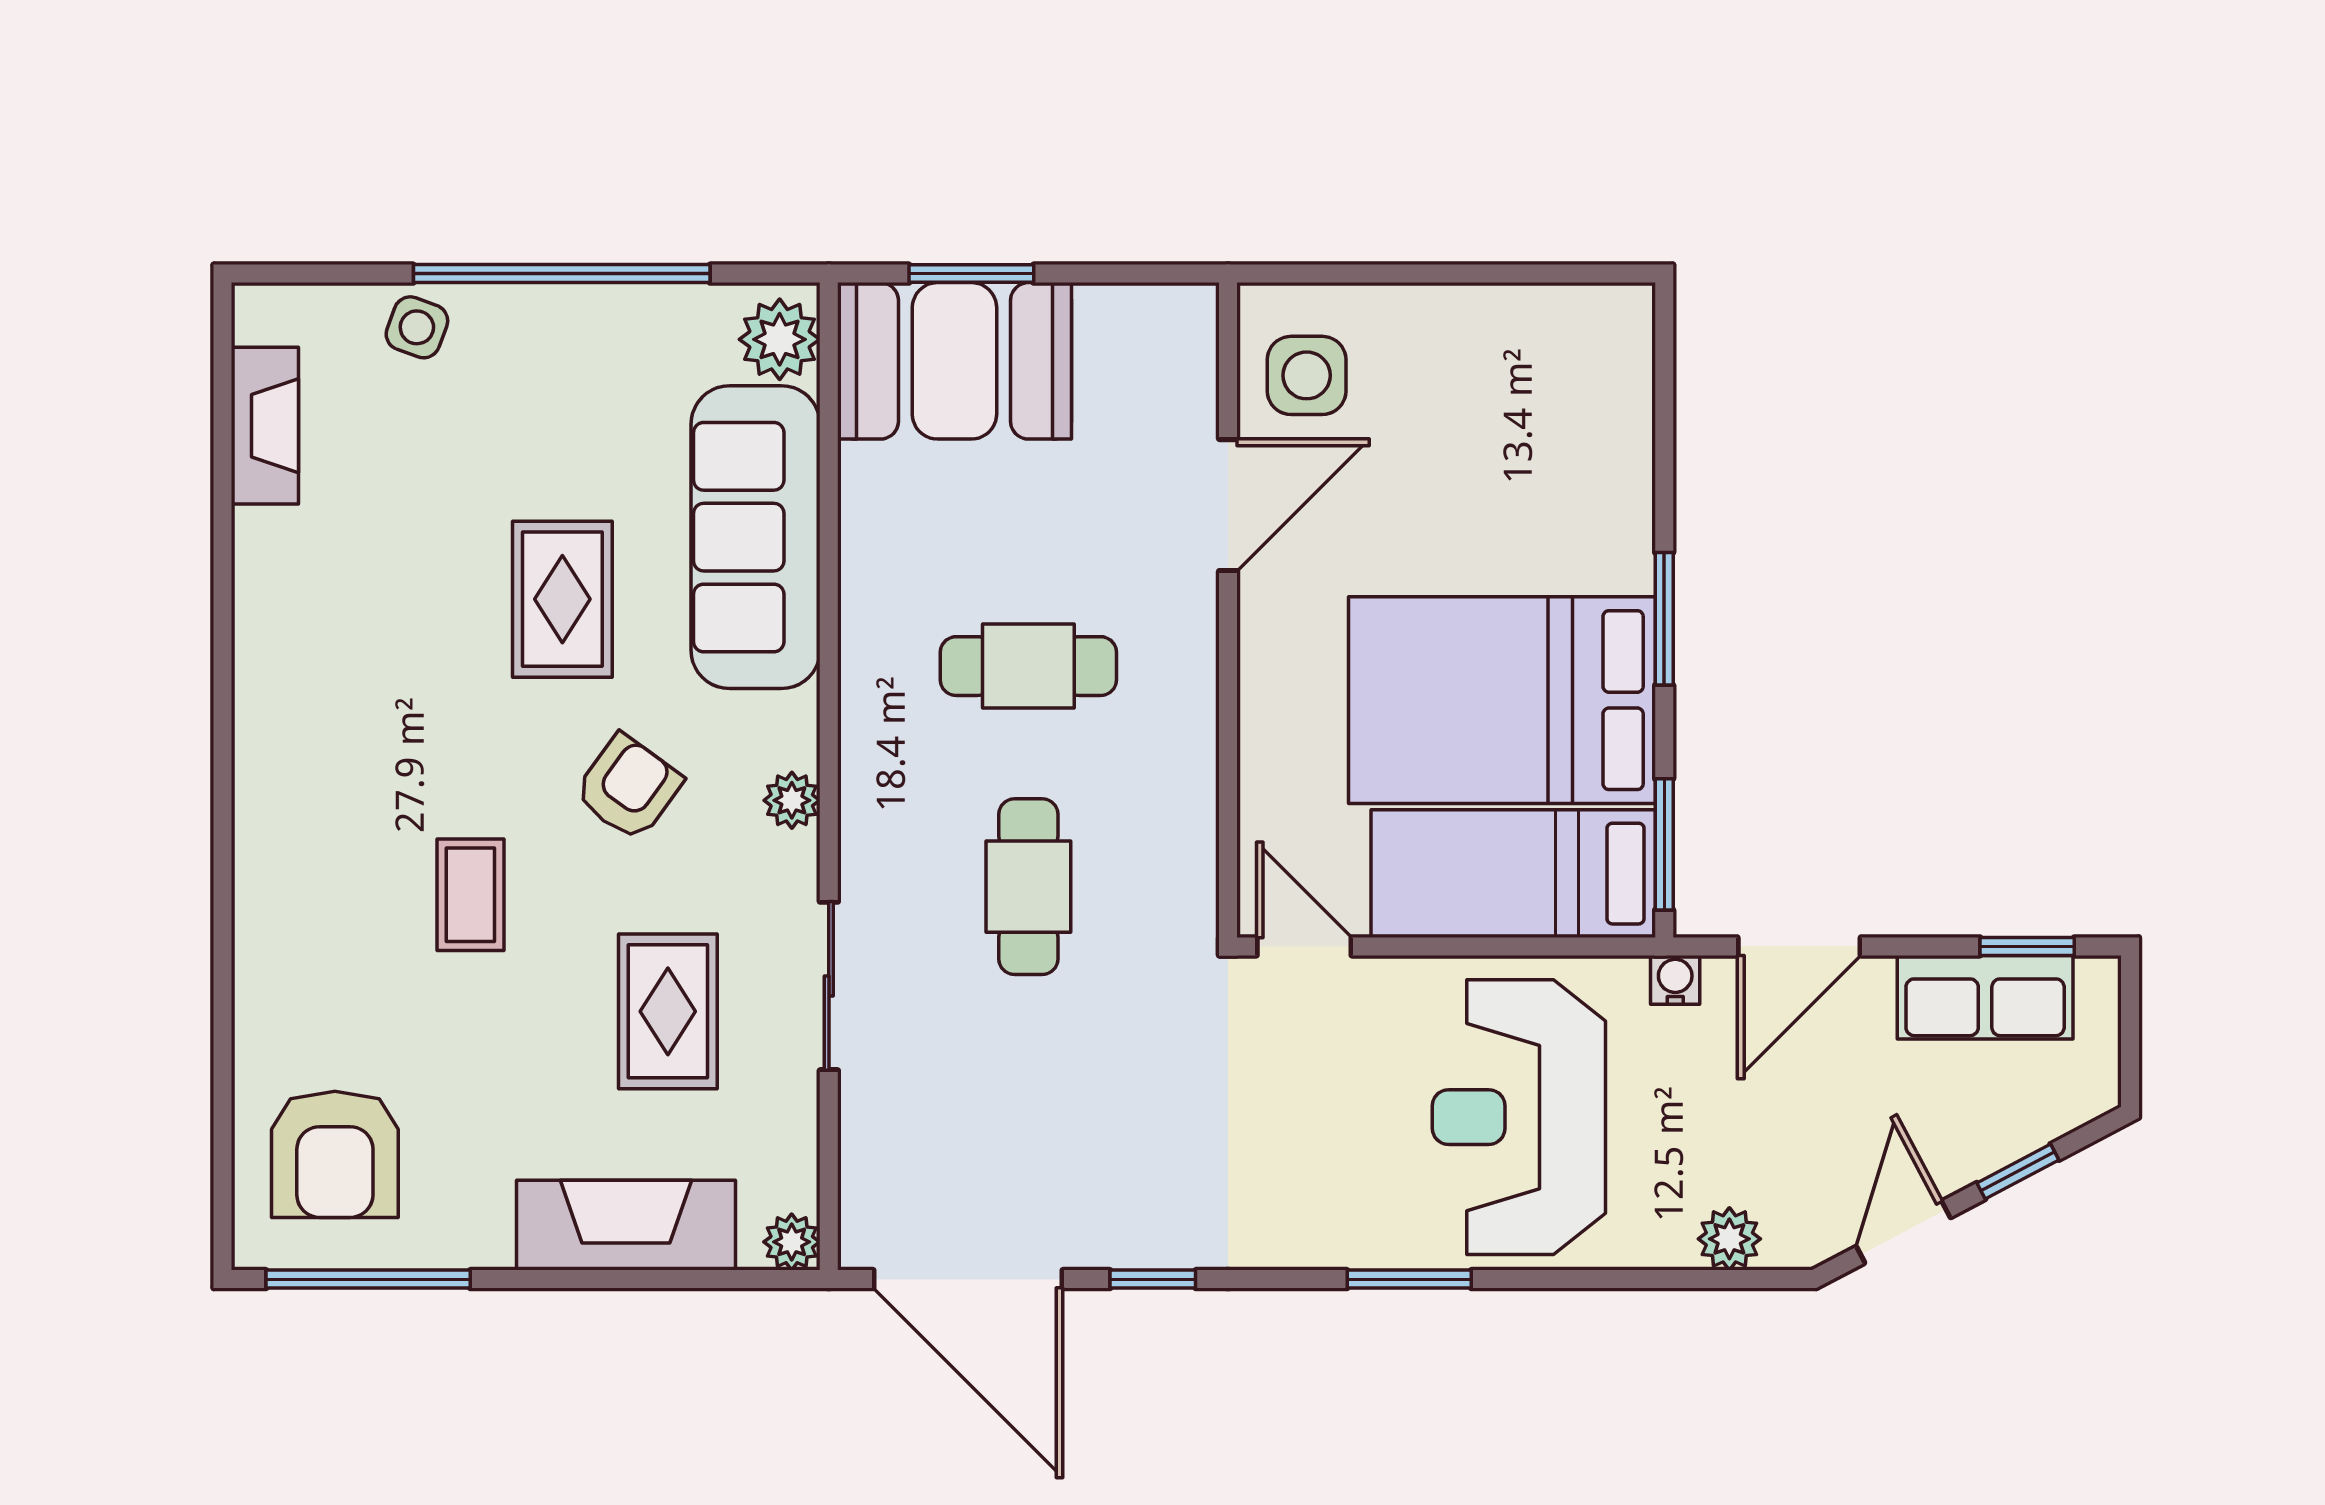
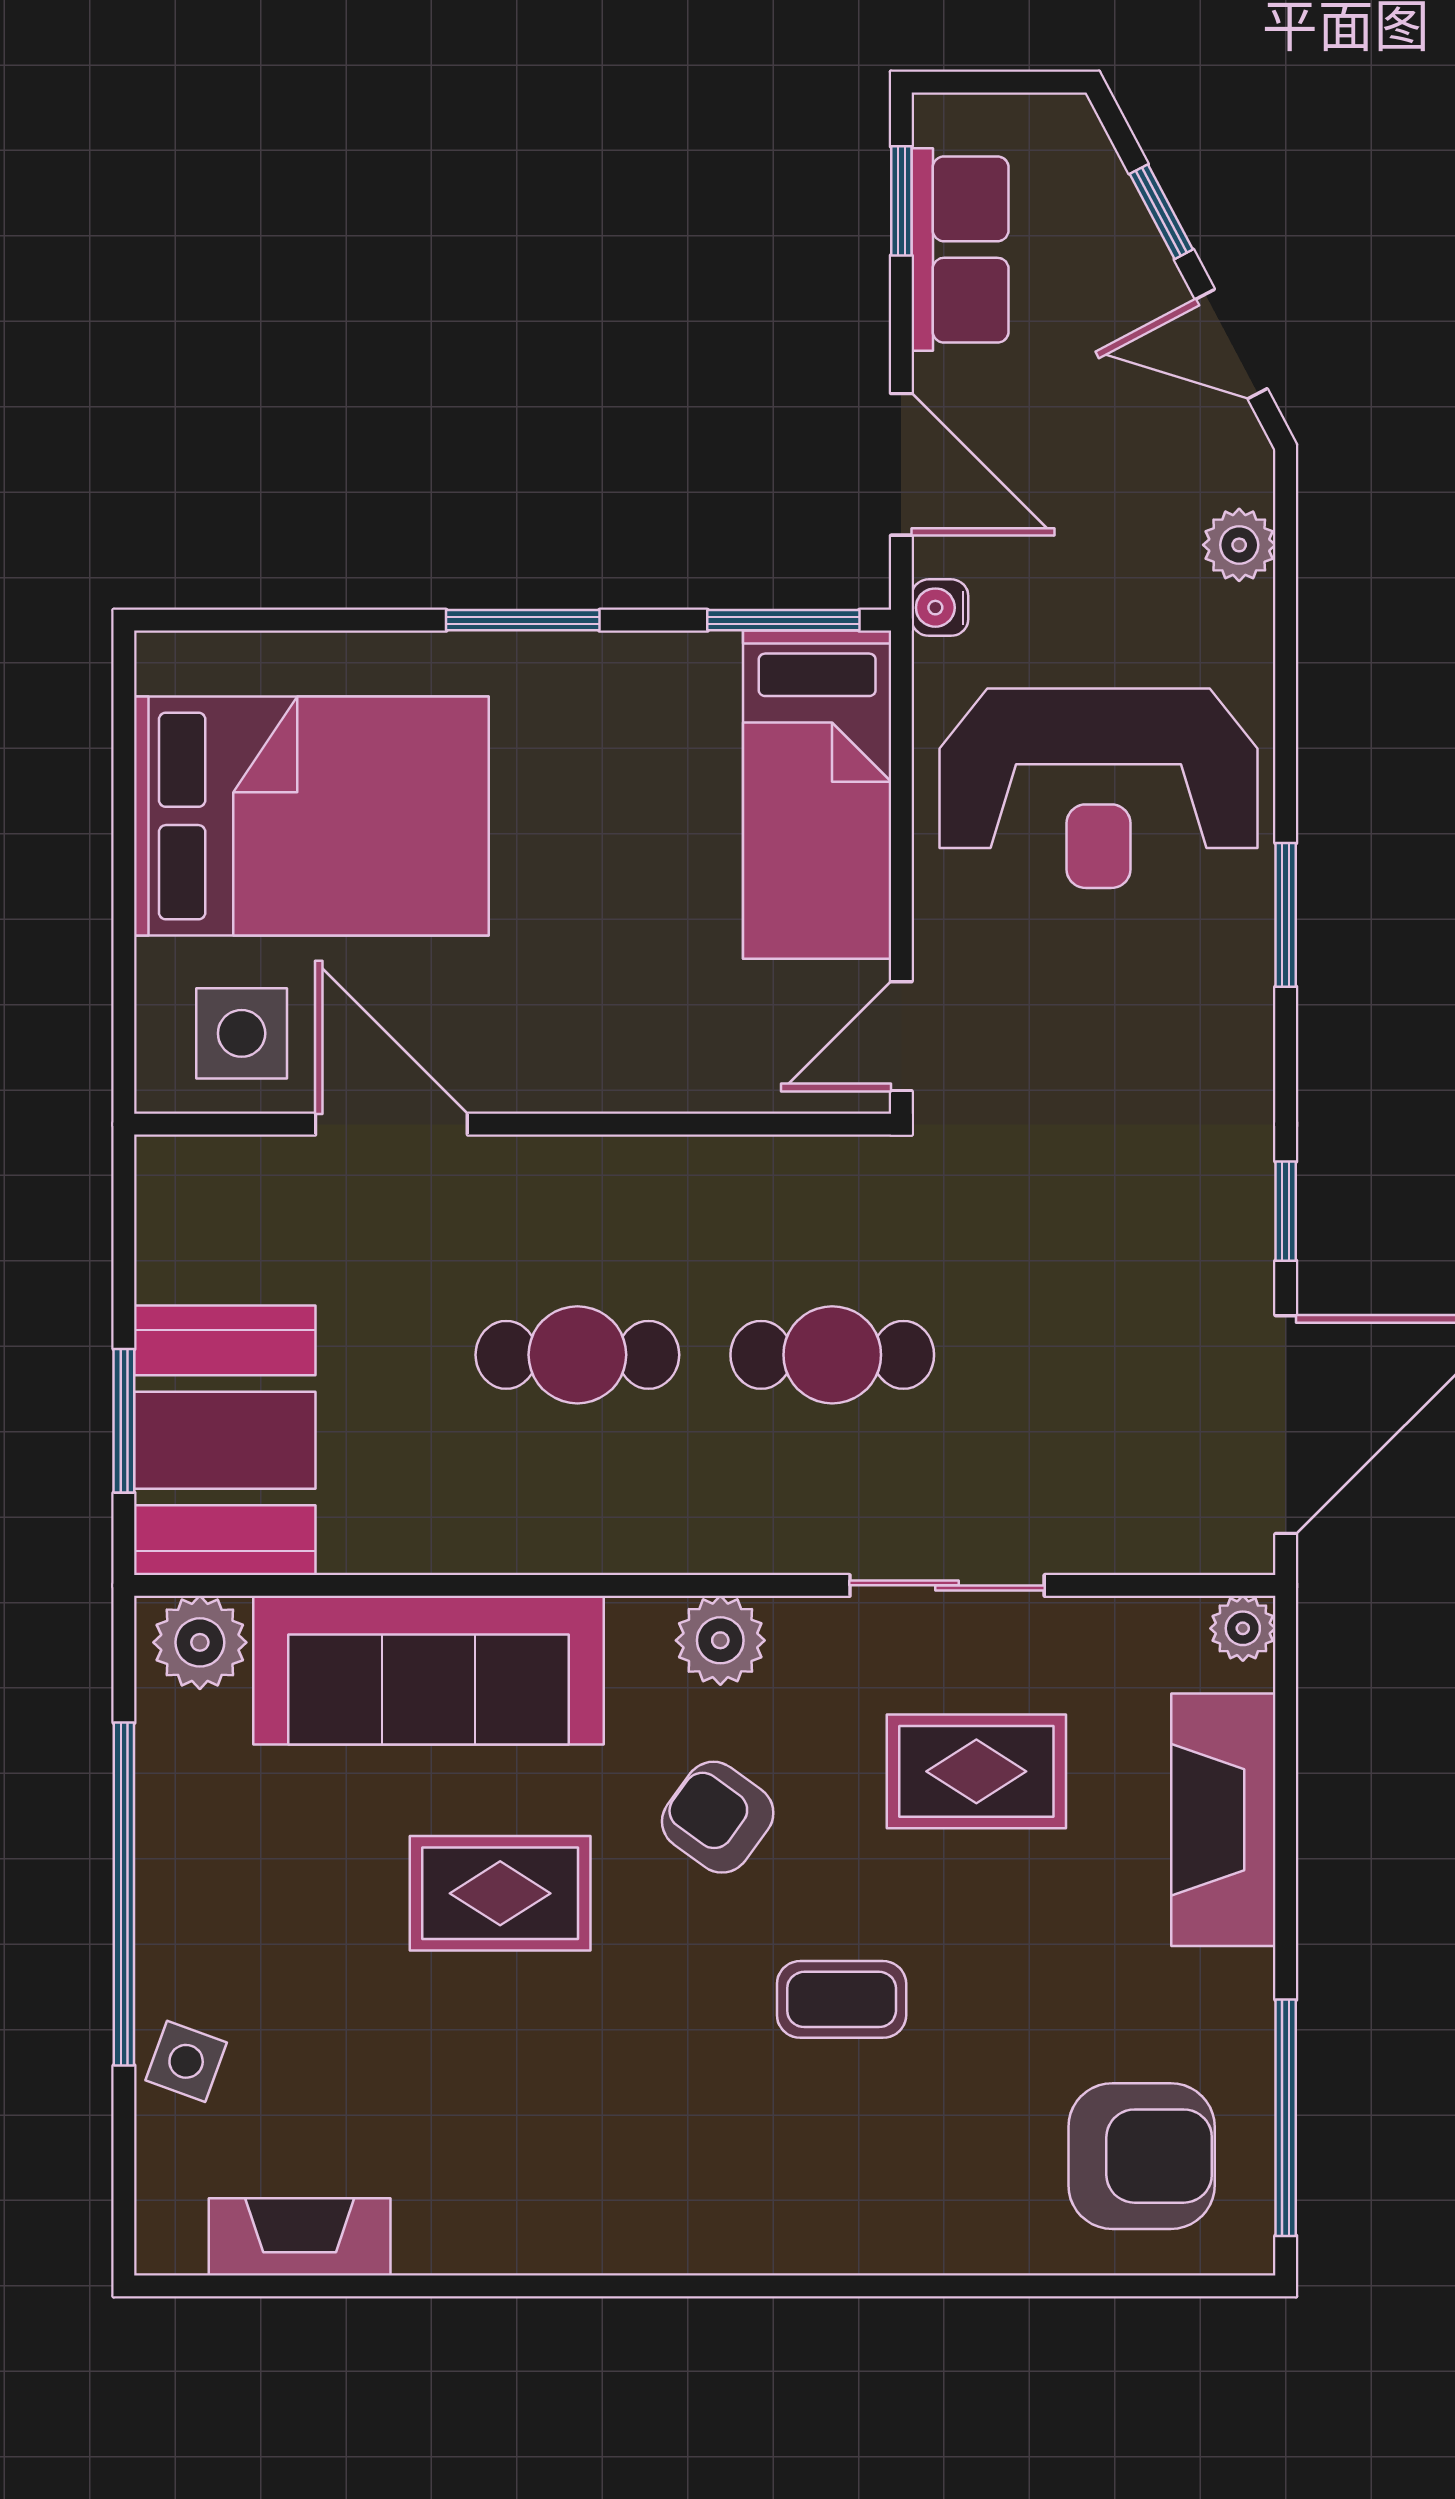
cafe table: (1028, 666) -> (577, 1355), turned 90
bed: (1502, 700) -> (311, 816), moved, turned -90
plant: (792, 800) -> (720, 1640), width x1.38, depth x1.38

